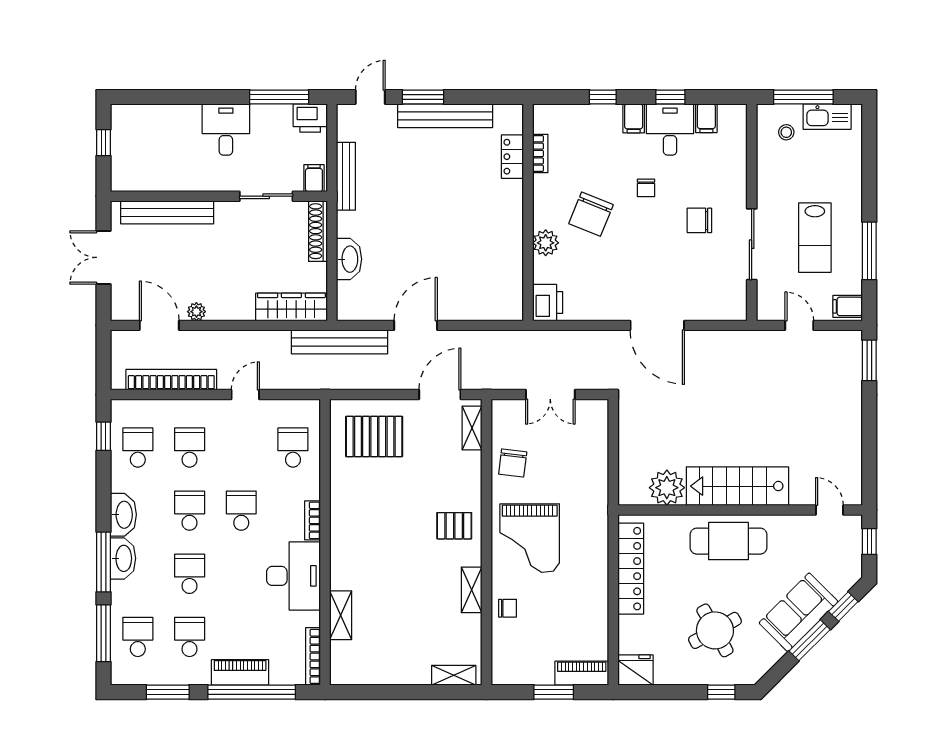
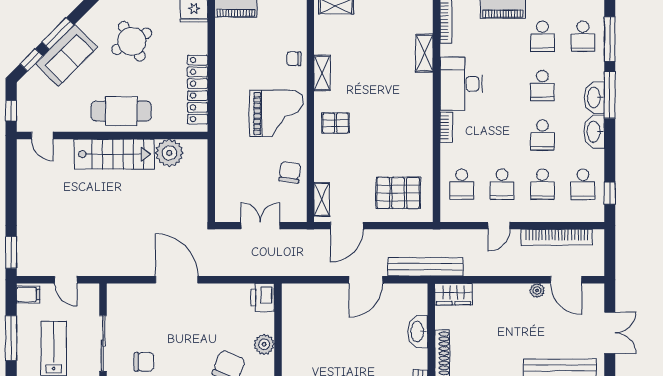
wardrobe: (291, 307) -> (453, 294), width x0.67
school desk: (241, 511) -> (502, 184), moved
grand piano: (530, 538) -> (277, 113), turned 90

